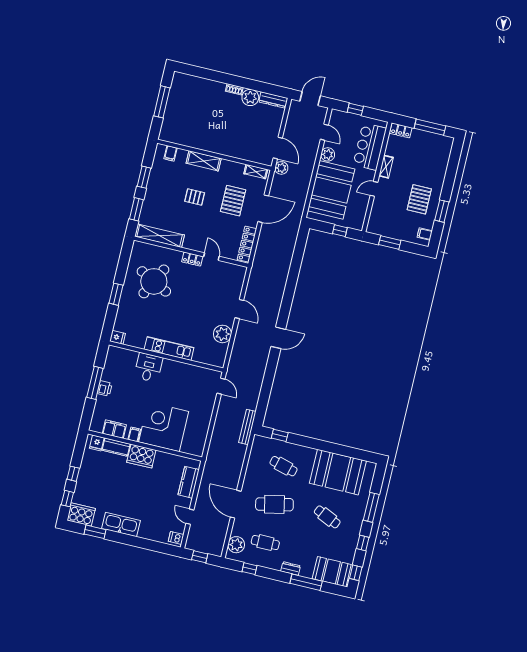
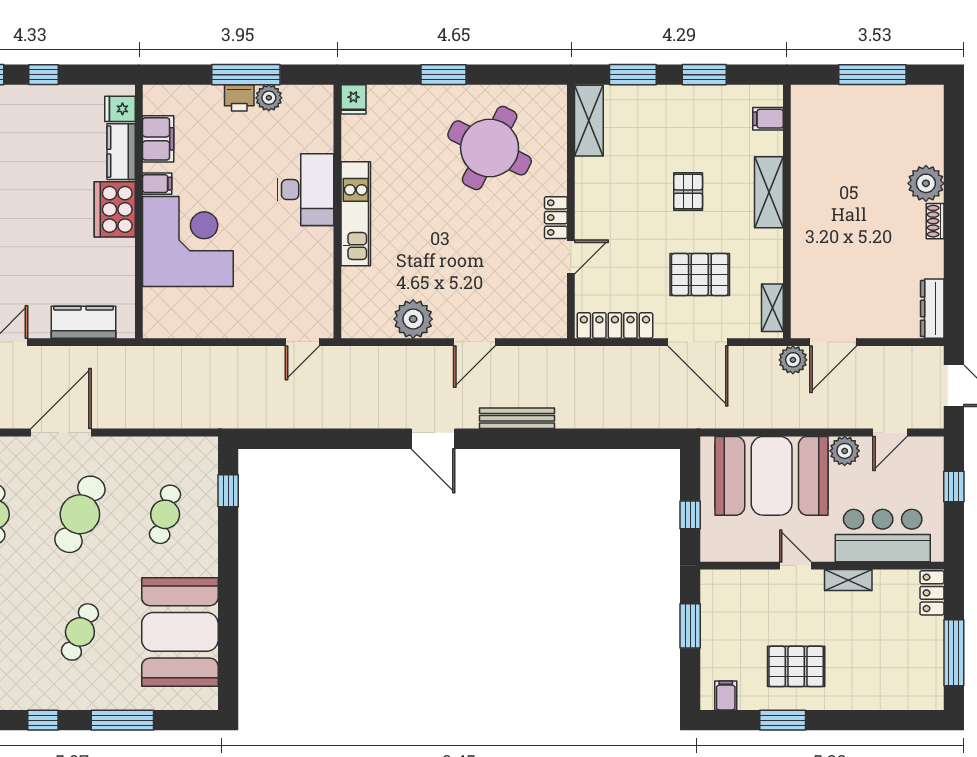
plant: (250, 97) -> (926, 183), moved
shelving: (160, 236) -> (589, 121), width x0.68
desk: (148, 367) -> (305, 190), width x1.37
plant: (108, 375) -> (269, 98), added
bench: (247, 427) -> (517, 418), moved
cafe table: (274, 504) -> (80, 514), turned 36

